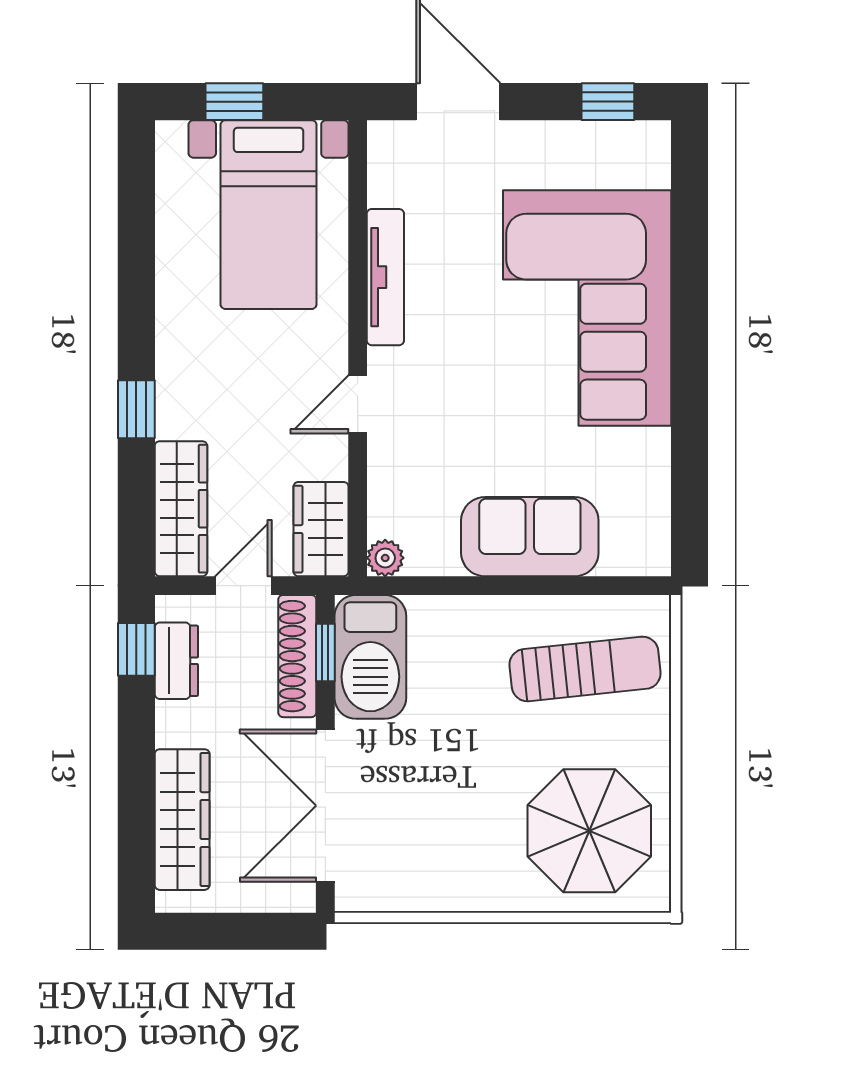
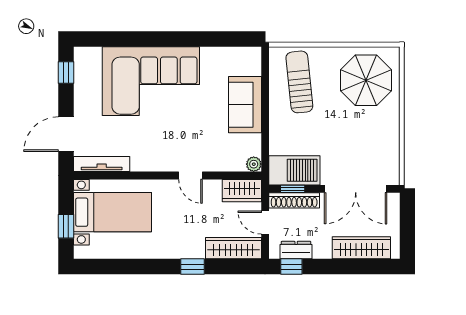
tv unit: (385, 277) -> (102, 164), moved

